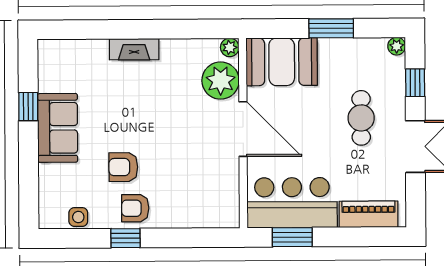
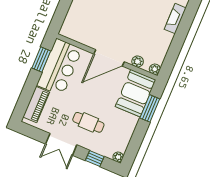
window: (331, 28) -> (150, 108), moved
plant: (221, 81) -> (138, 62), width x0.53, depth x0.53

